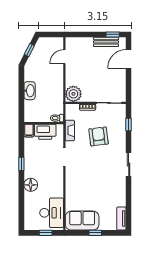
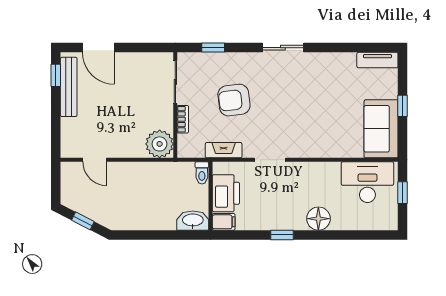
bench: (106, 42) -> (69, 87), width x1.36
washbasin: (30, 91) -> (193, 221), moved

